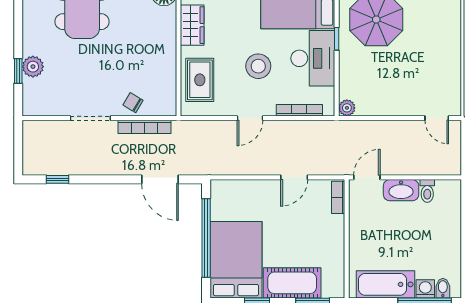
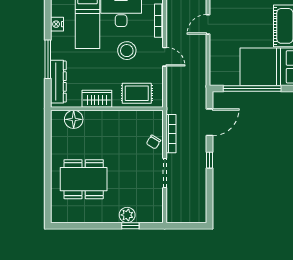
door: (294, 177) -> (208, 24), swing flipped
window: (58, 179) -> (209, 160), moved

